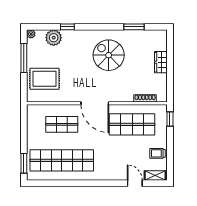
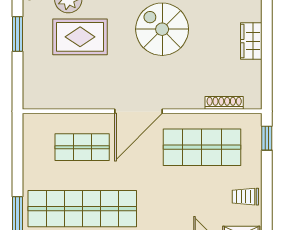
window: (24, 58) -> (17, 34), width x0.69
rug: (45, 79) -> (80, 37), moved
door: (95, 103) -> (139, 111), hinge flipped

